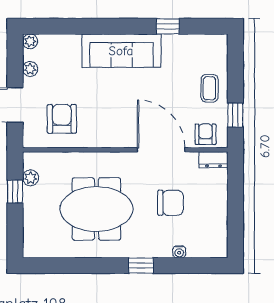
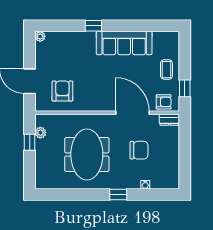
window: (168, 26) -> (93, 26), moved
sofa: (121, 51) -> (124, 43), moved
plant: (30, 69) -> (40, 56), removed
armchair: (206, 134) -> (164, 102), turned 90
meeting table: (96, 209) -> (87, 155), turned 90

